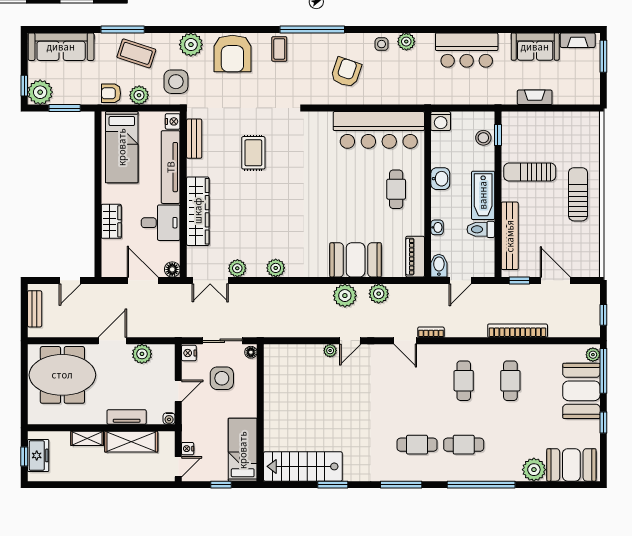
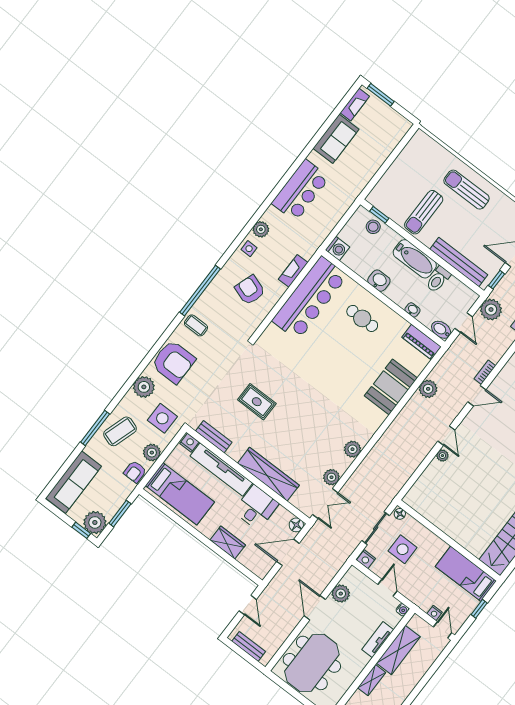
fireplace: (535, 97) -> (293, 271), moved
plant: (345, 296) -> (491, 310), moved

